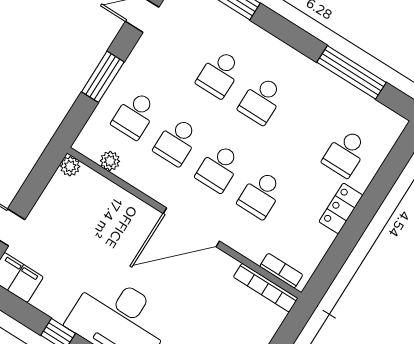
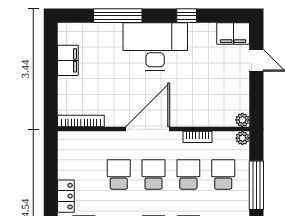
window: (103, 77) -> (256, 185), width x1.44
plant: (110, 161) -> (242, 138), moved
bookcase: (281, 271) -> (198, 137), moved

